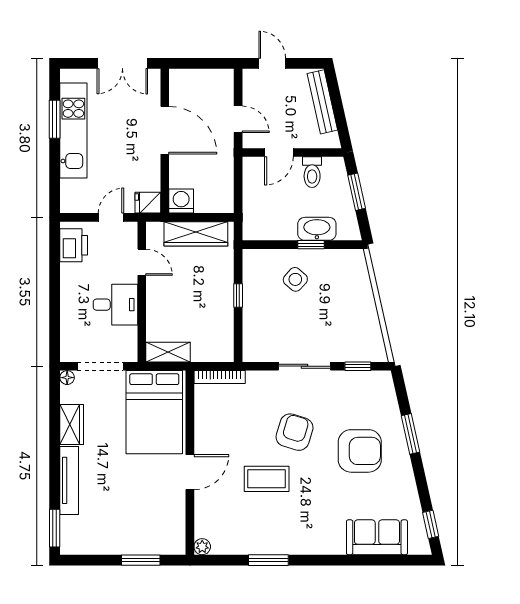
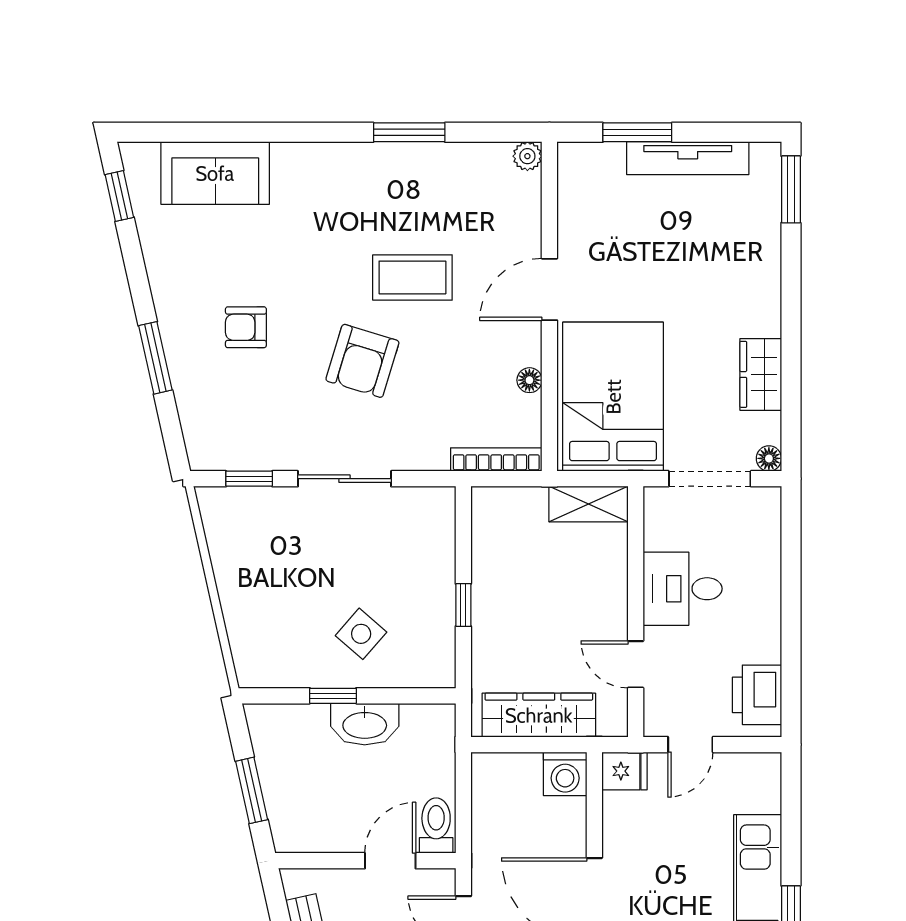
toilet: (312, 172) -> (436, 825), moved
washbasin: (317, 229) -> (365, 724), moved
floor lamp: (201, 421) -> (529, 380), added
armchair: (360, 451) -> (246, 327), width x0.53, depth x0.53
tv unit: (69, 480) -> (688, 158), moved, turned -90

